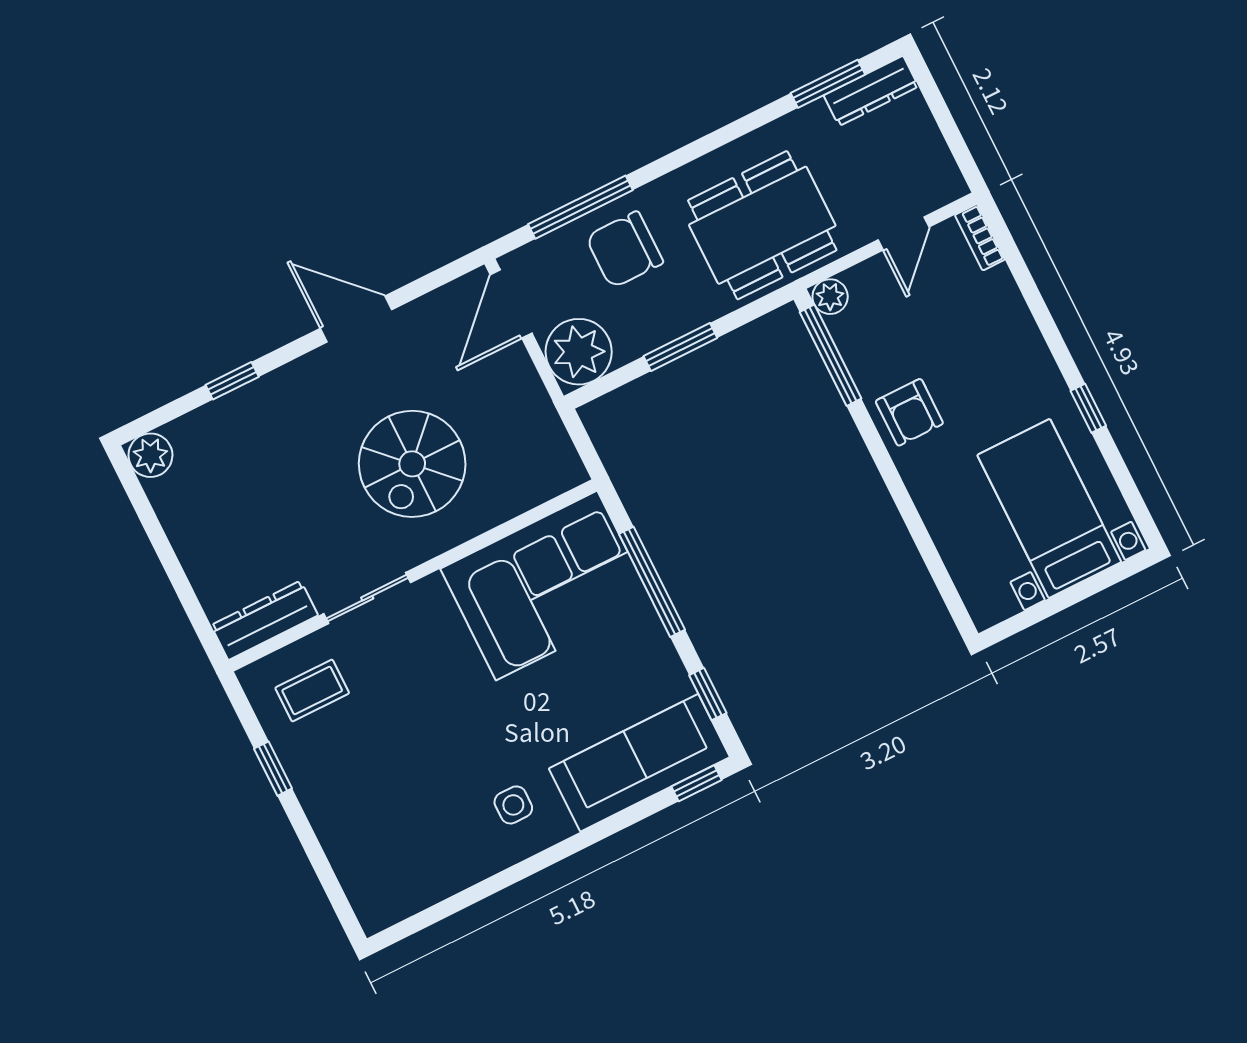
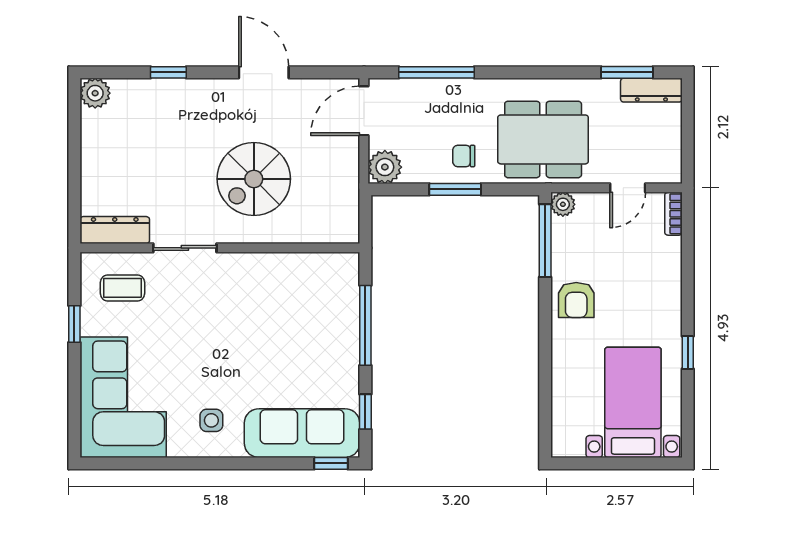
chair: (625, 250) -> (464, 156), moved, width x0.54, depth x0.54
plant: (579, 352) -> (385, 167), width x0.73, depth x0.73
corner sofa: (547, 585) -> (123, 397), moved, turned -90

